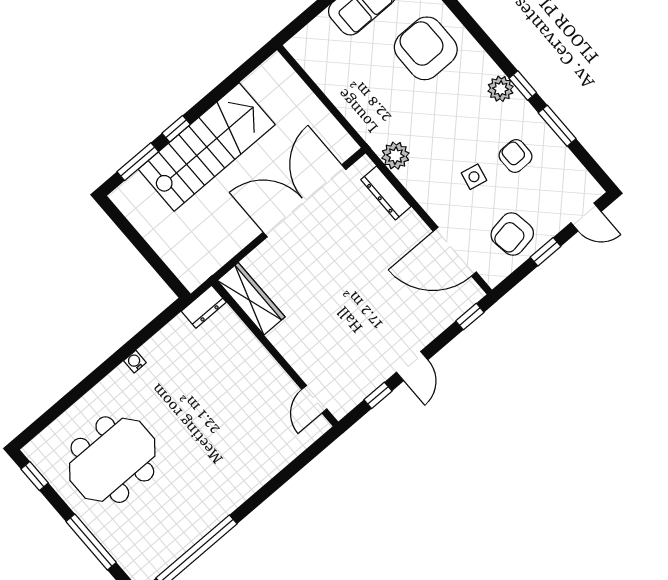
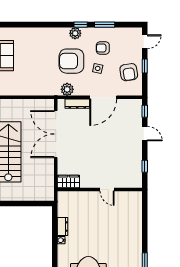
armchair: (426, 48) -> (71, 61), moved
door: (455, 252) -> (103, 97), moved
wardrobe: (251, 299) -> (68, 181), width x0.67
dresser: (204, 307) -> (63, 227), moved
door: (412, 366) -> (145, 134), moved
door: (314, 399) -> (107, 189), moved

